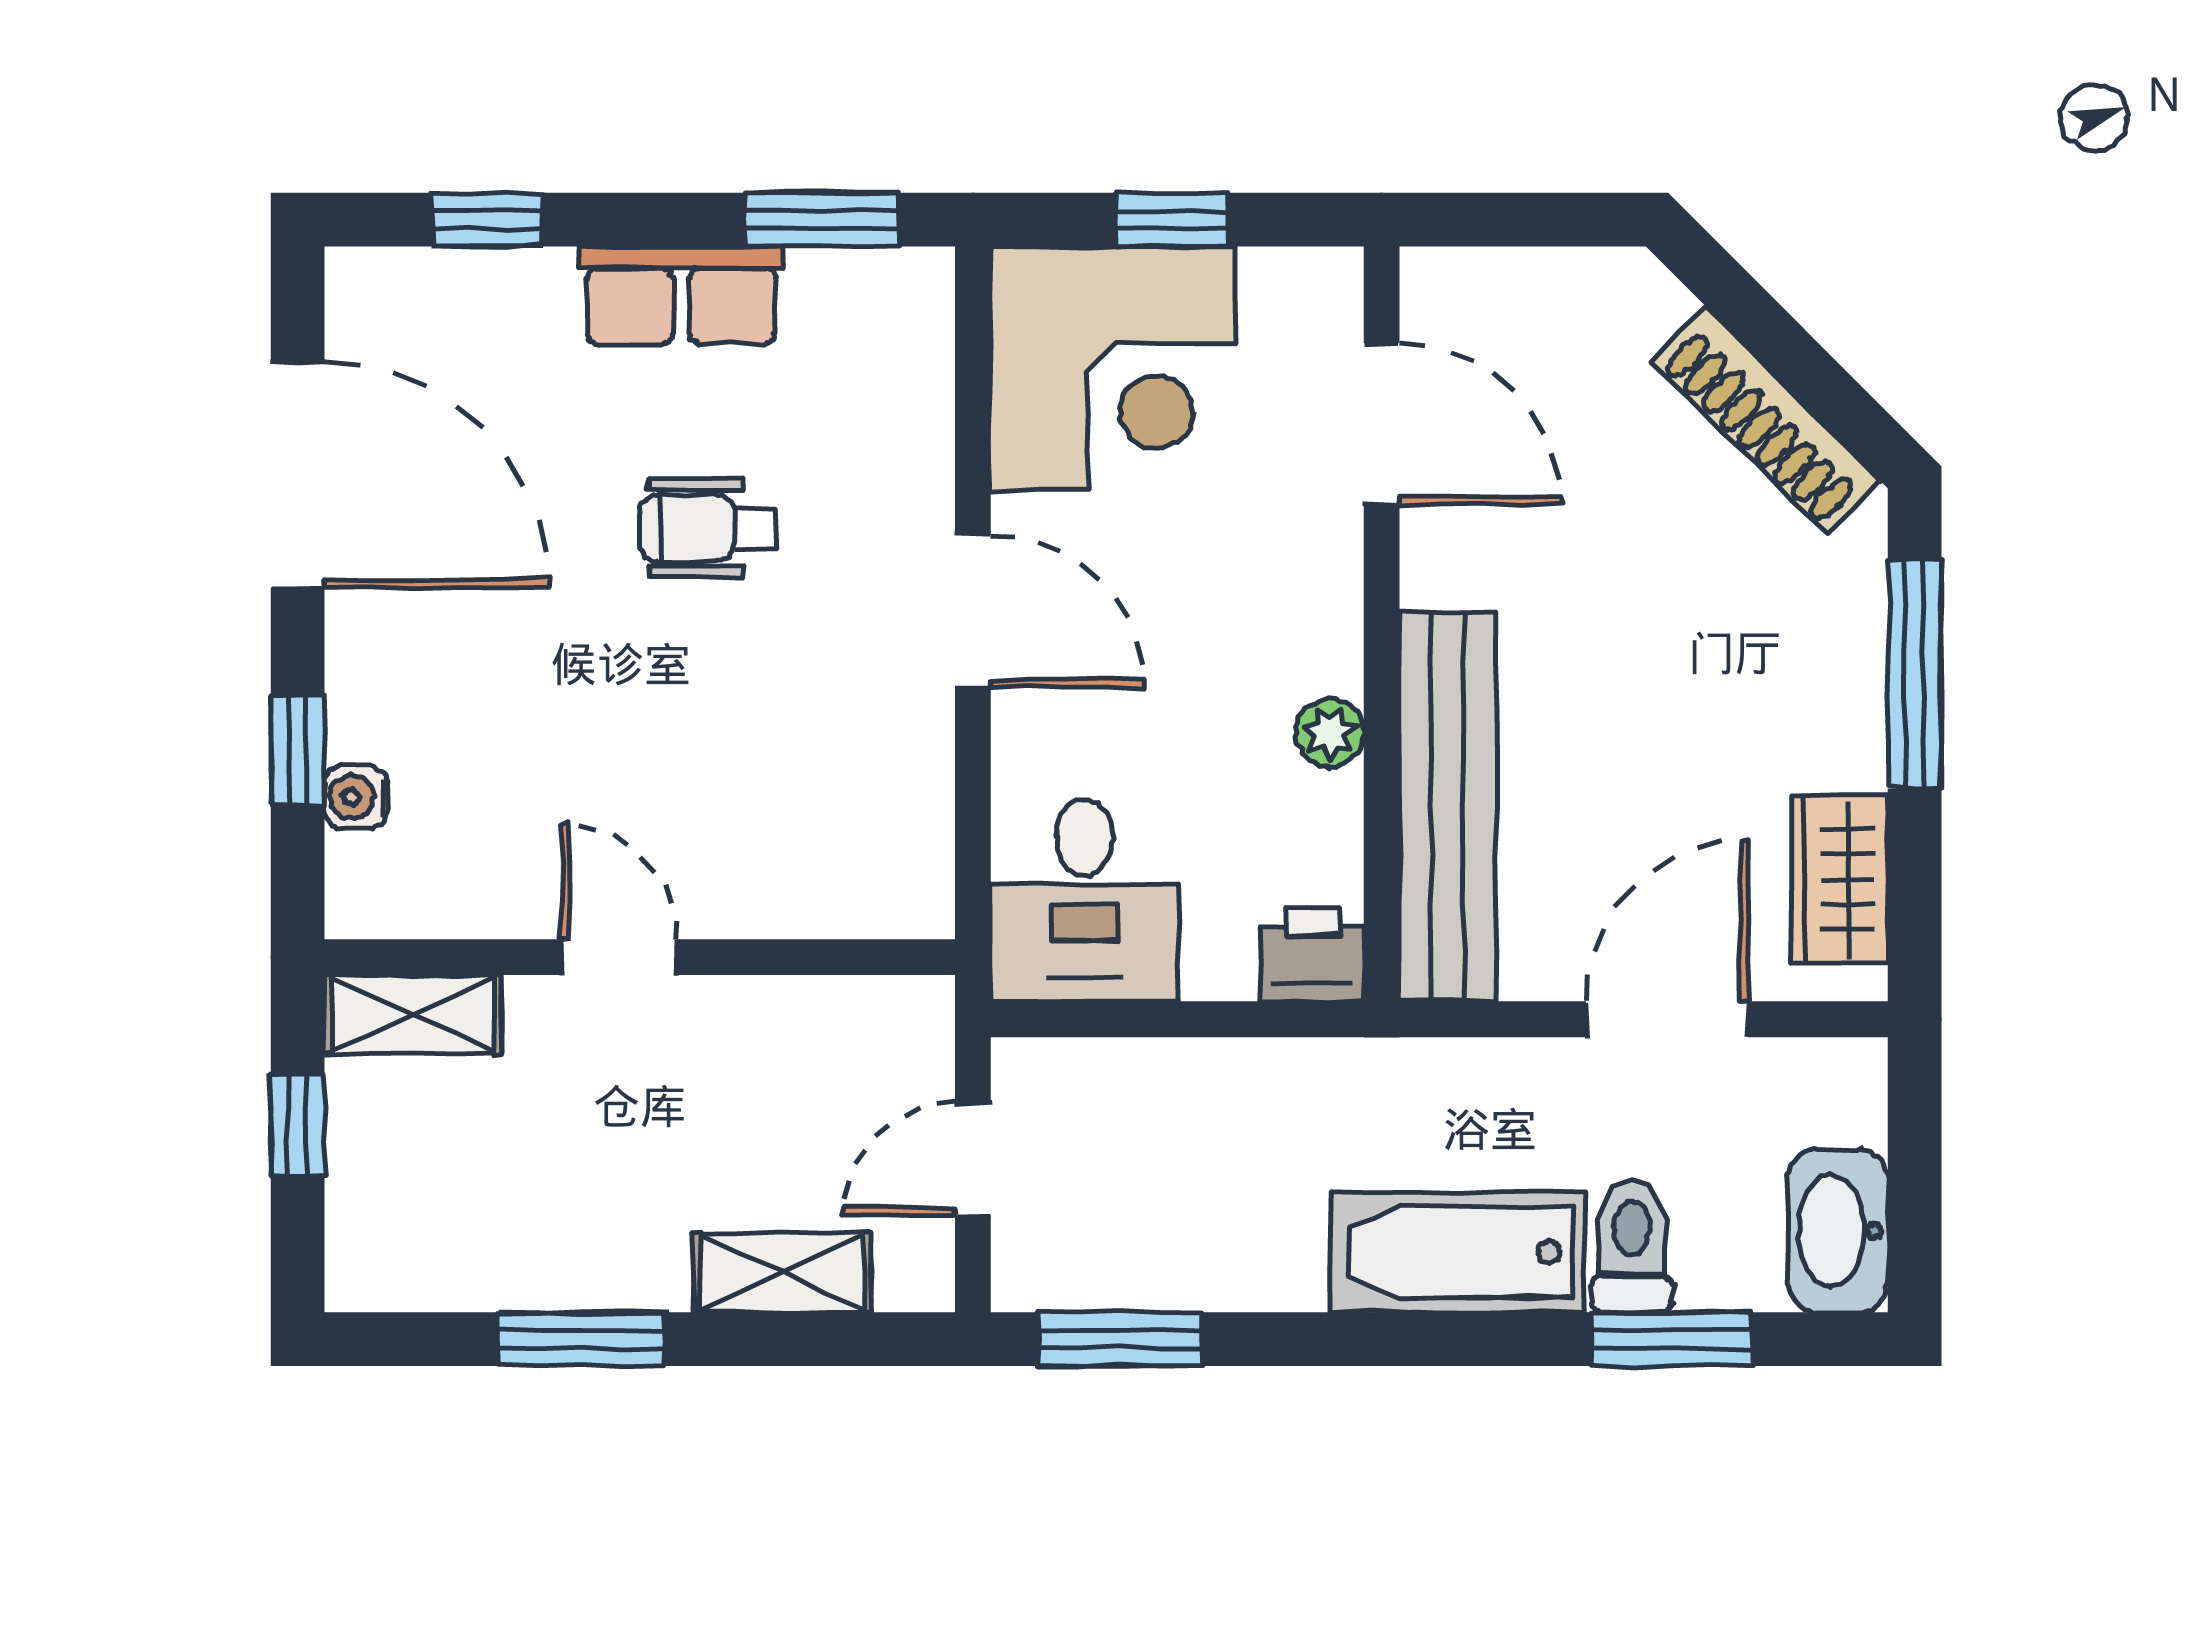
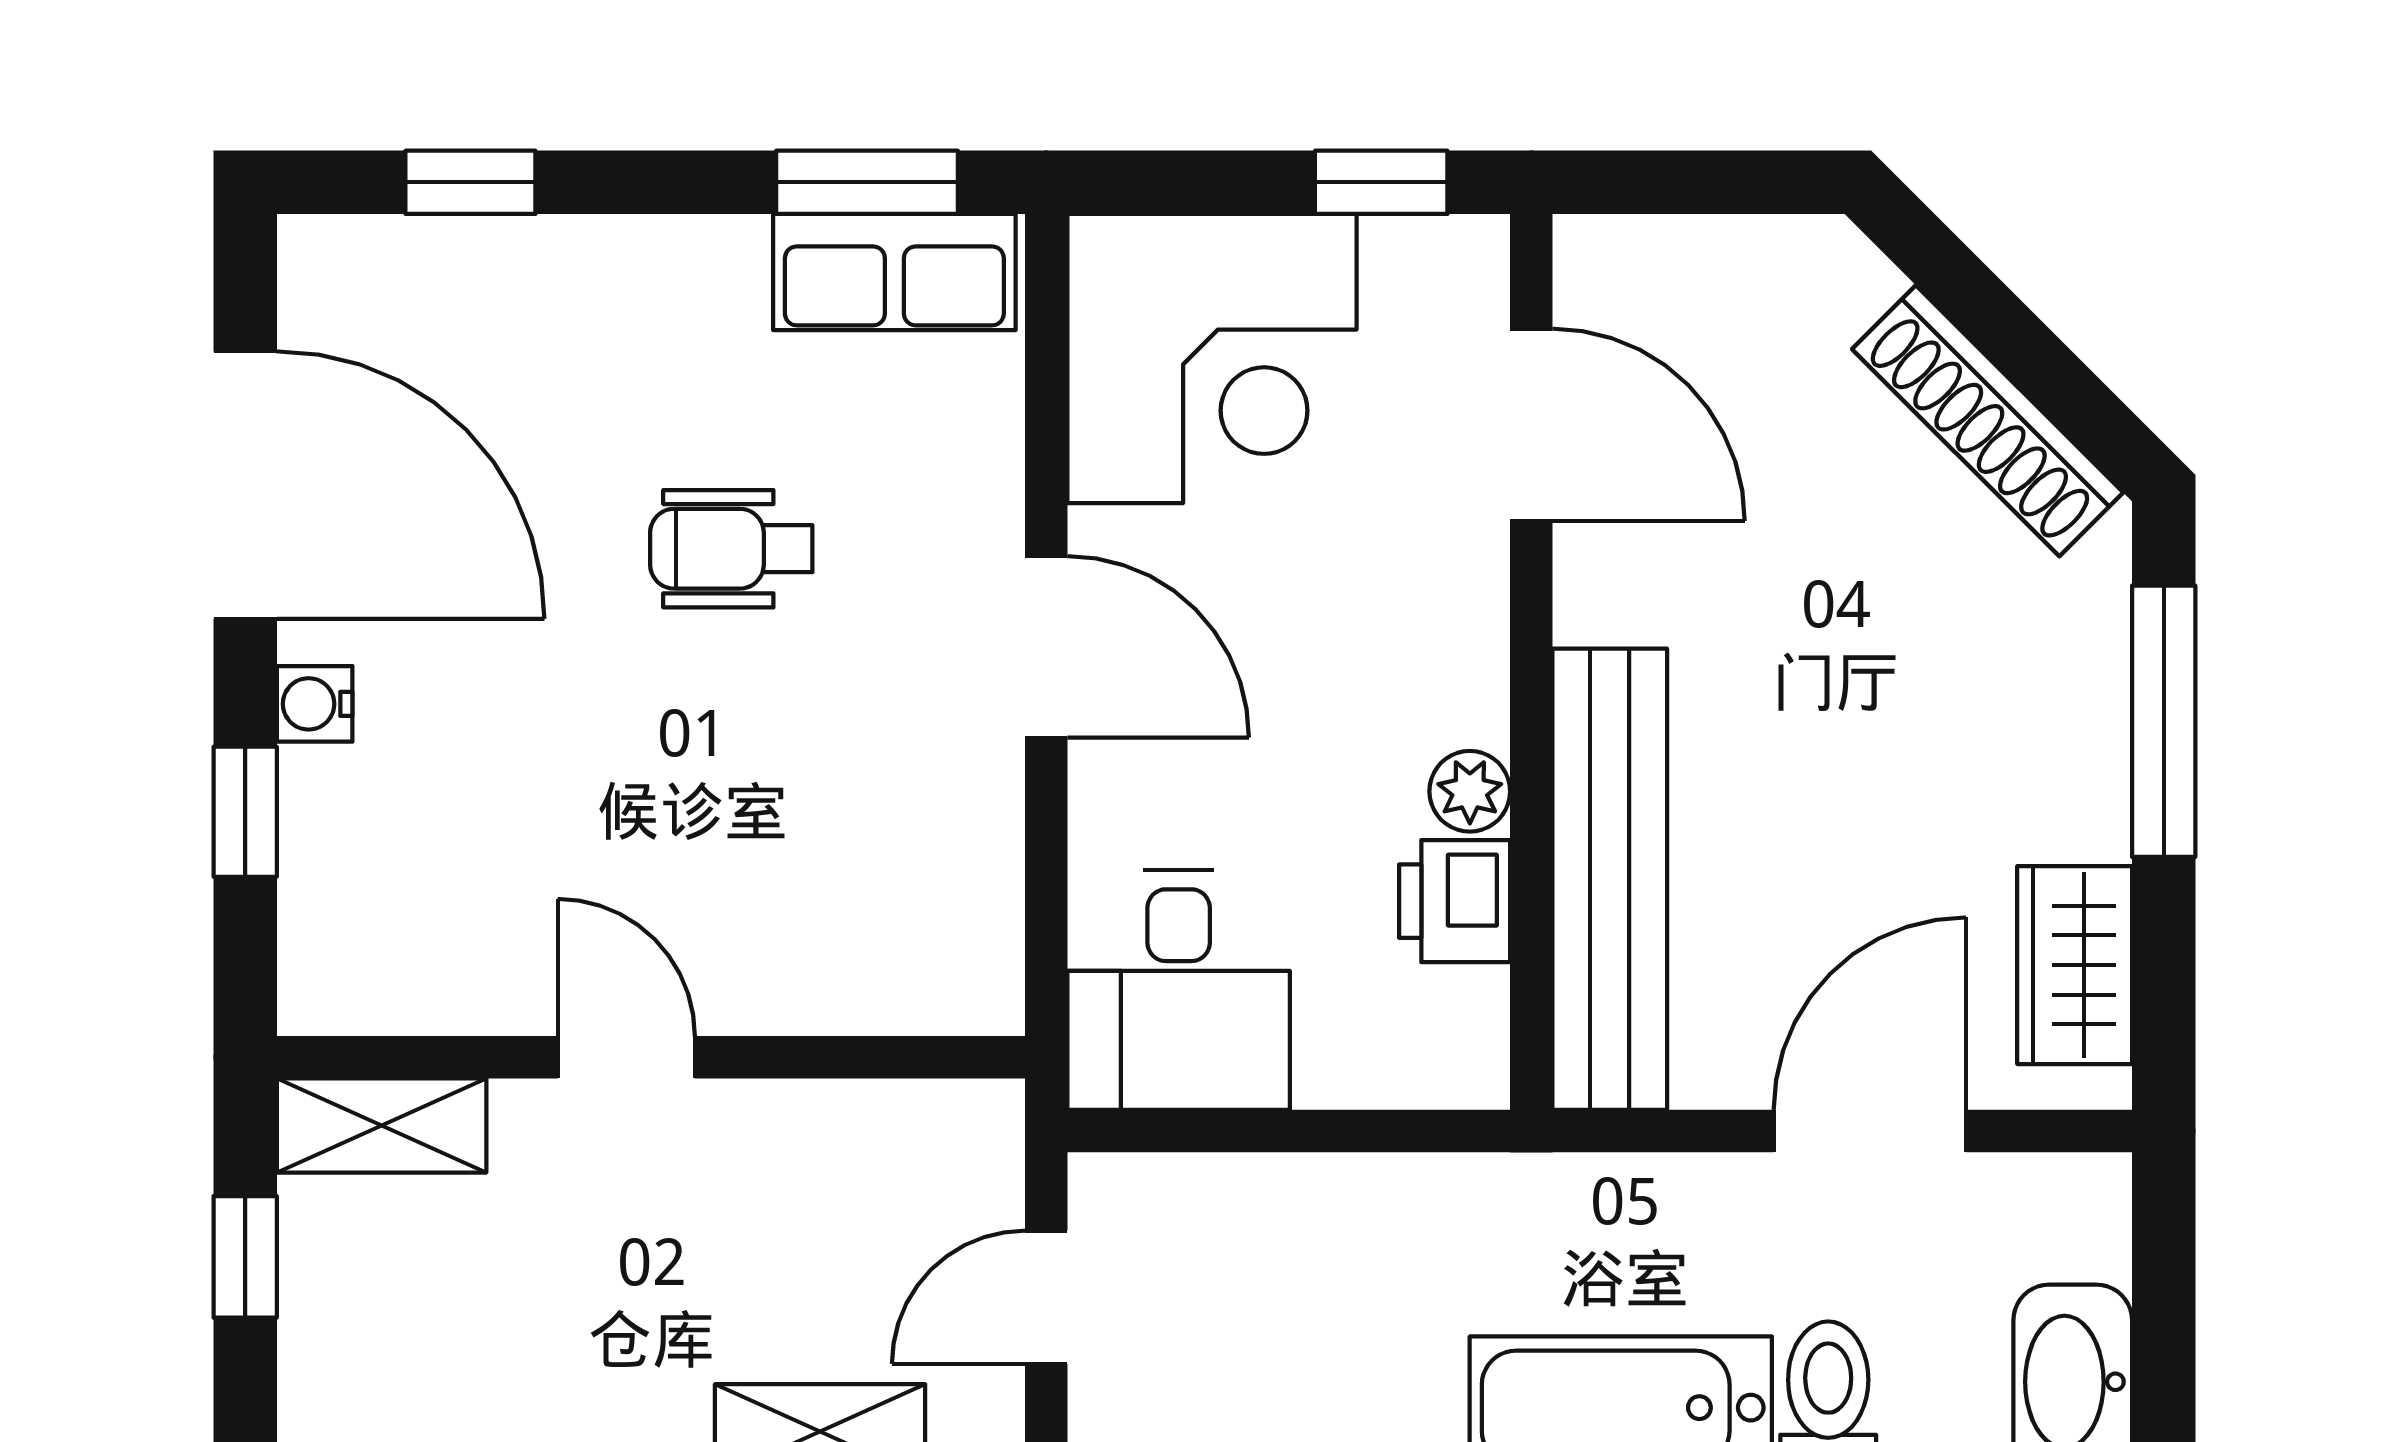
window: (1172, 220) -> (1381, 182), moved
row of seats: (681, 295) -> (894, 272), moved
water cooler: (356, 797) -> (315, 704), moved
printer: (1312, 955) -> (1455, 901), moved, turned -90

